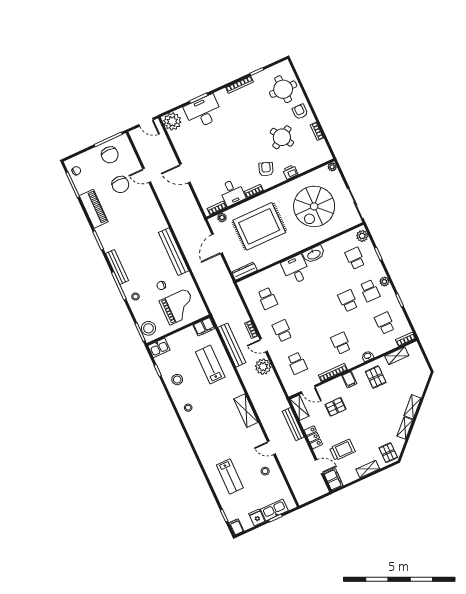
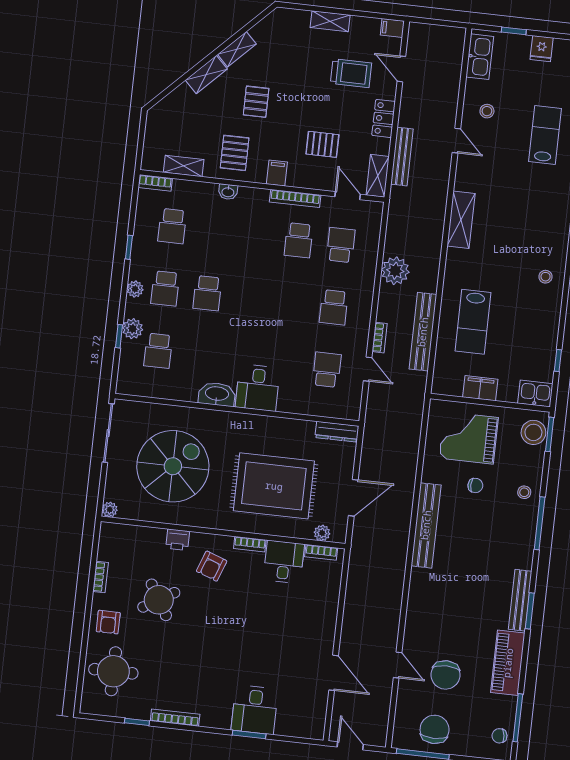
desk: (203, 112) -> (255, 710), width x0.73
plant: (172, 121) -> (310, 723), removed
door: (185, 173) -> (334, 673), moved
chair: (120, 185) -> (446, 675), turned 180
plant: (362, 236) -> (133, 329), moved
bench: (117, 267) -> (520, 600), moved
school desk: (370, 291) -> (165, 288), turned 180
filing cabinet: (204, 327) -> (480, 388), moved
school desk: (341, 343) -> (299, 240), moved
door: (264, 345) -> (368, 369), moved
stool: (177, 380) -> (537, 329), removed
trolley: (342, 450) -> (351, 73), turned 180
pallet: (388, 453) -> (256, 102), moved
filing cabinet: (333, 480) -> (392, 28), width x0.50
kitchen sink: (274, 510) -> (480, 57), moved, turned -90

